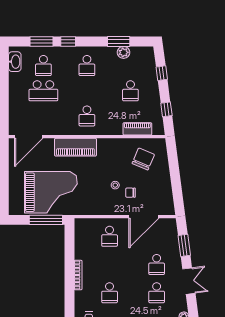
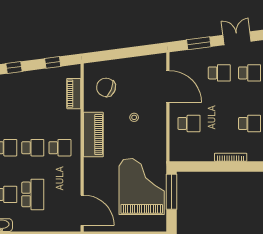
school desk: (130, 91) -> (33, 148), moved
piano: (75, 147) -> (93, 135), moved
chair: (130, 193) -> (142, 101), removed

